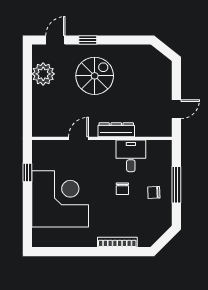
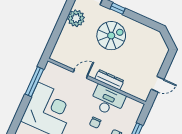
desk: (131, 156) -> (108, 101), width x1.37
window: (27, 173) -> (34, 82), width x2.17

